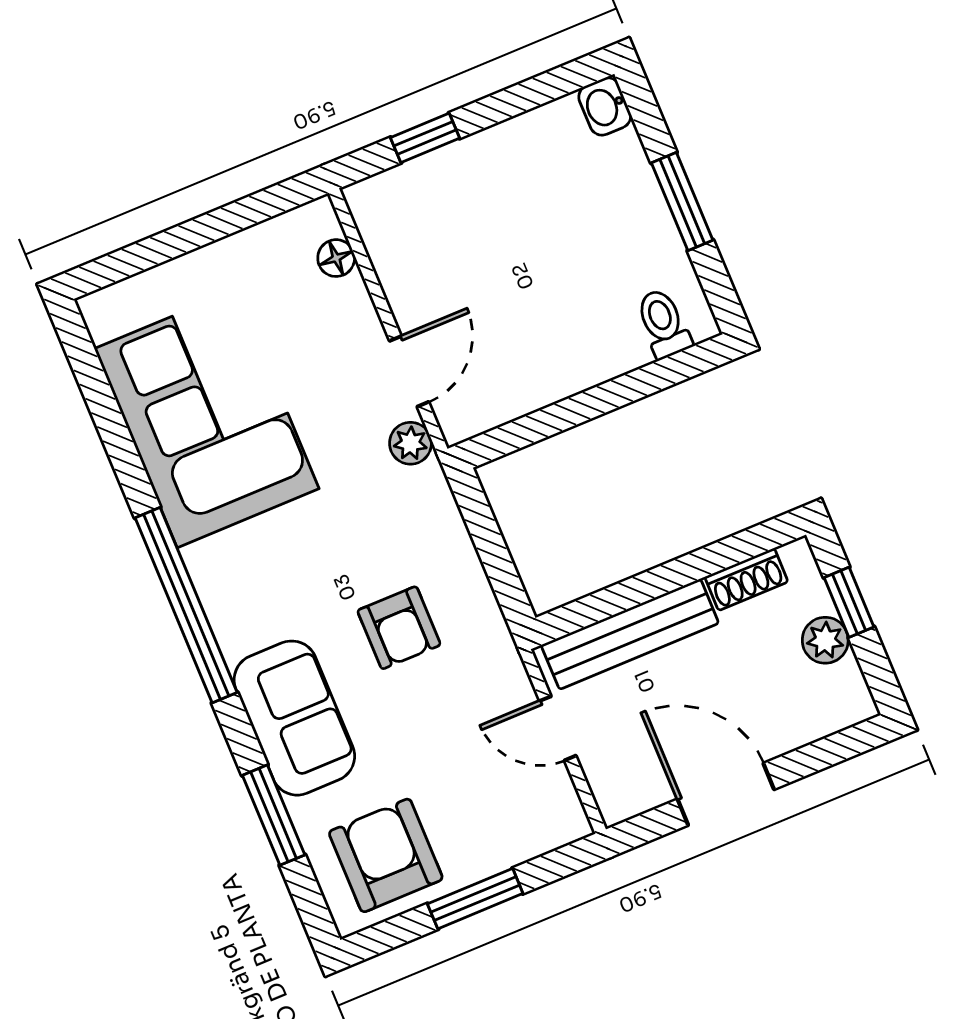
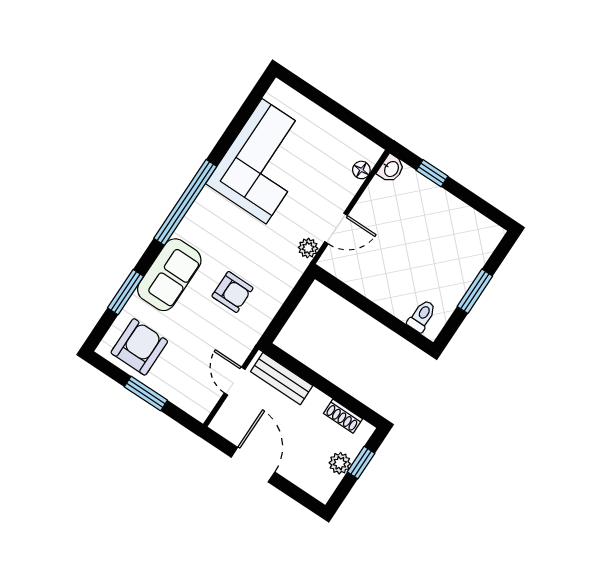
washbasin: (605, 106) -> (391, 169), moved, turned 180
armchair: (399, 628) -> (232, 292), turned -90
bench: (630, 634) -> (282, 379), width x0.73

